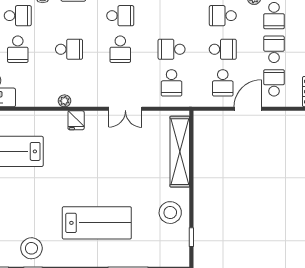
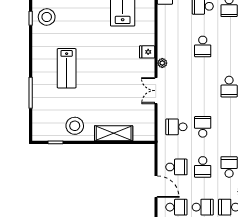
school desk: (120, 49) -> (203, 87), removed
school desk: (223, 83) -> (176, 167), turned 180
plant: (65, 101) -> (162, 63), moved
shelving: (180, 152) -> (114, 133), width x0.68
lab bench: (97, 223) -> (67, 68), width x0.73, depth x0.72

